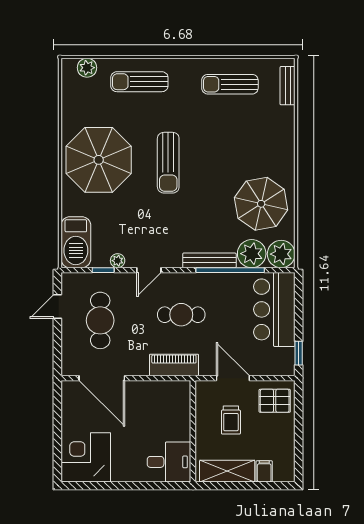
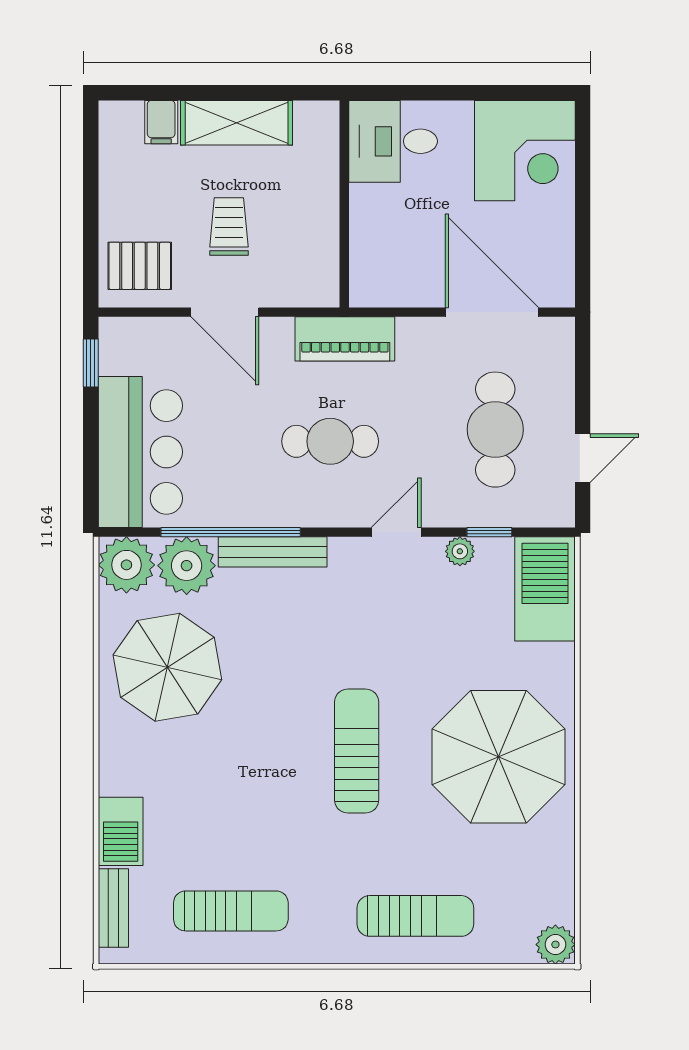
plant: (87, 68) -> (555, 945), moved
barbecue: (284, 123) -> (121, 831), added
wall: (193, 431) -> (344, 204), moved
desk: (169, 462) -> (393, 141), moved

